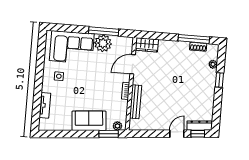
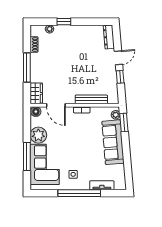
window: (104, 31) -> (27, 156), moved
window: (194, 39) -> (27, 67), moved
floor lamp: (128, 43) -> (36, 112), added
window: (39, 81) -> (79, 193), added
sofa: (89, 121) -> (113, 142), width x1.36
door: (177, 134) -> (118, 58), swing flipped
window: (198, 134) -> (120, 77), moved

